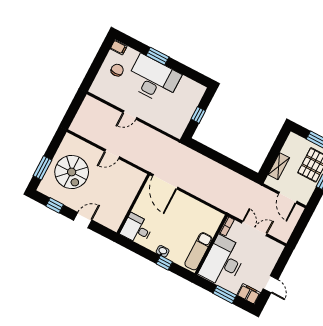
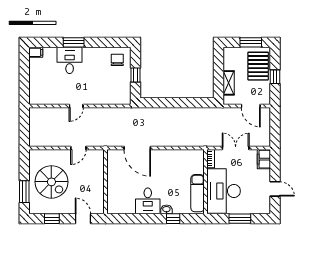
chair: (117, 70) -> (117, 60), moved
desk: (153, 79) -> (70, 60), width x0.53, depth x0.77
wall: (133, 204) -> (106, 182), moved
door: (83, 220) -> (83, 219), hinge flipped
desk: (137, 229) -> (148, 201), moved, turned -90
filing cabinet: (249, 294) -> (264, 159), moved, turned -90

